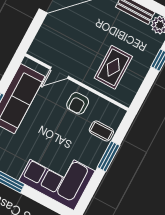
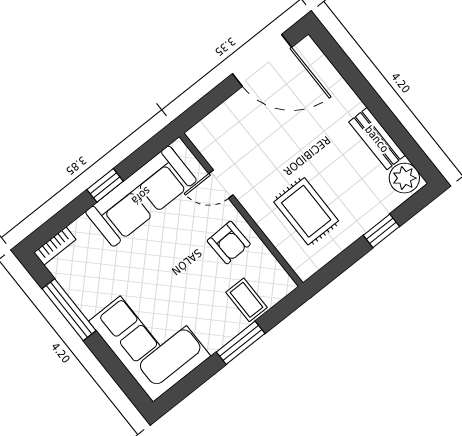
rug: (113, 67) -> (306, 211), turned 90
armchair: (78, 103) -> (229, 243), turned -92

